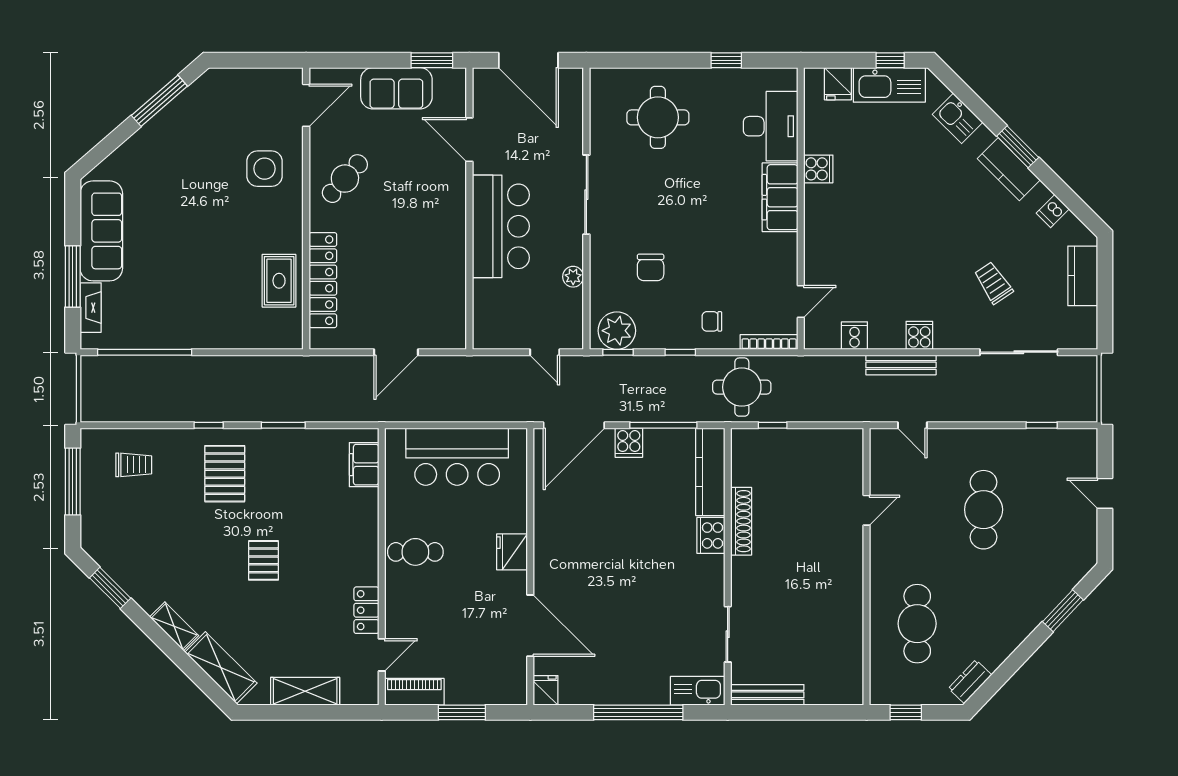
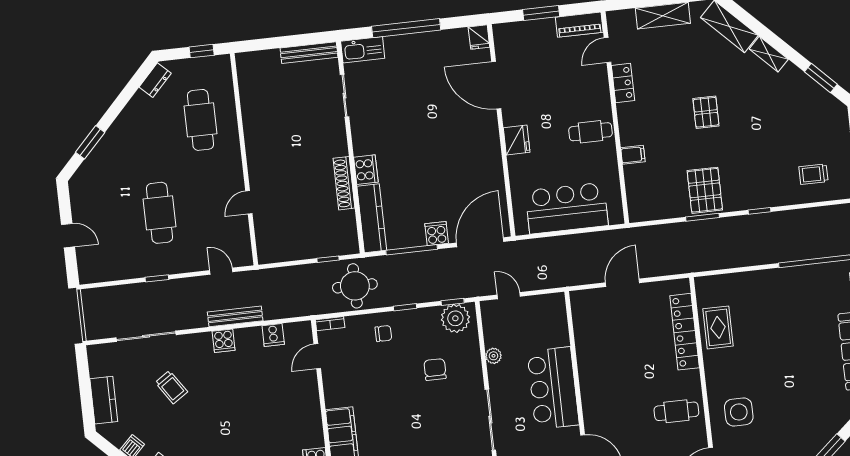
cafe table: (345, 179) -> (676, 411), turned 48
bookcase: (769, 342) -> (330, 324), width x0.64
window: (1042, 425) -> (157, 278), moved
filing cabinet: (364, 465) -> (633, 155), moved, width x0.50
pallet: (225, 474) -> (705, 190), moved

